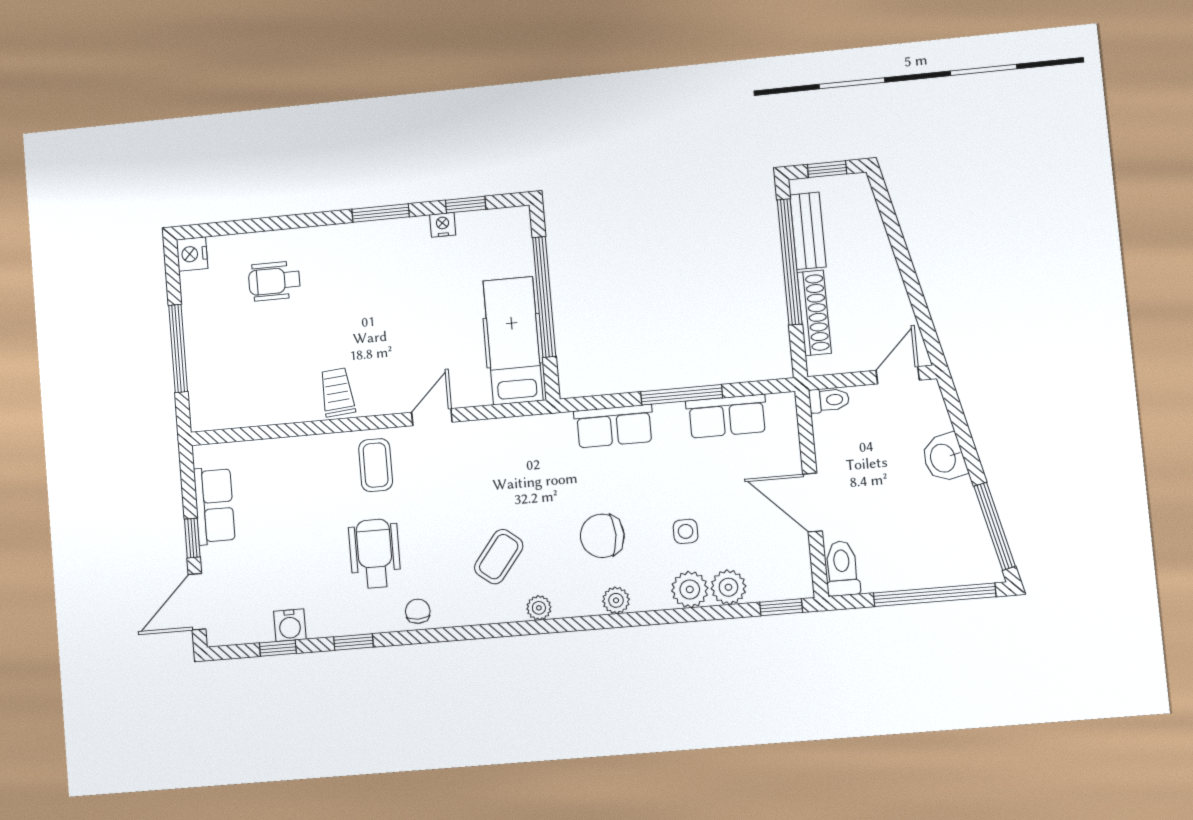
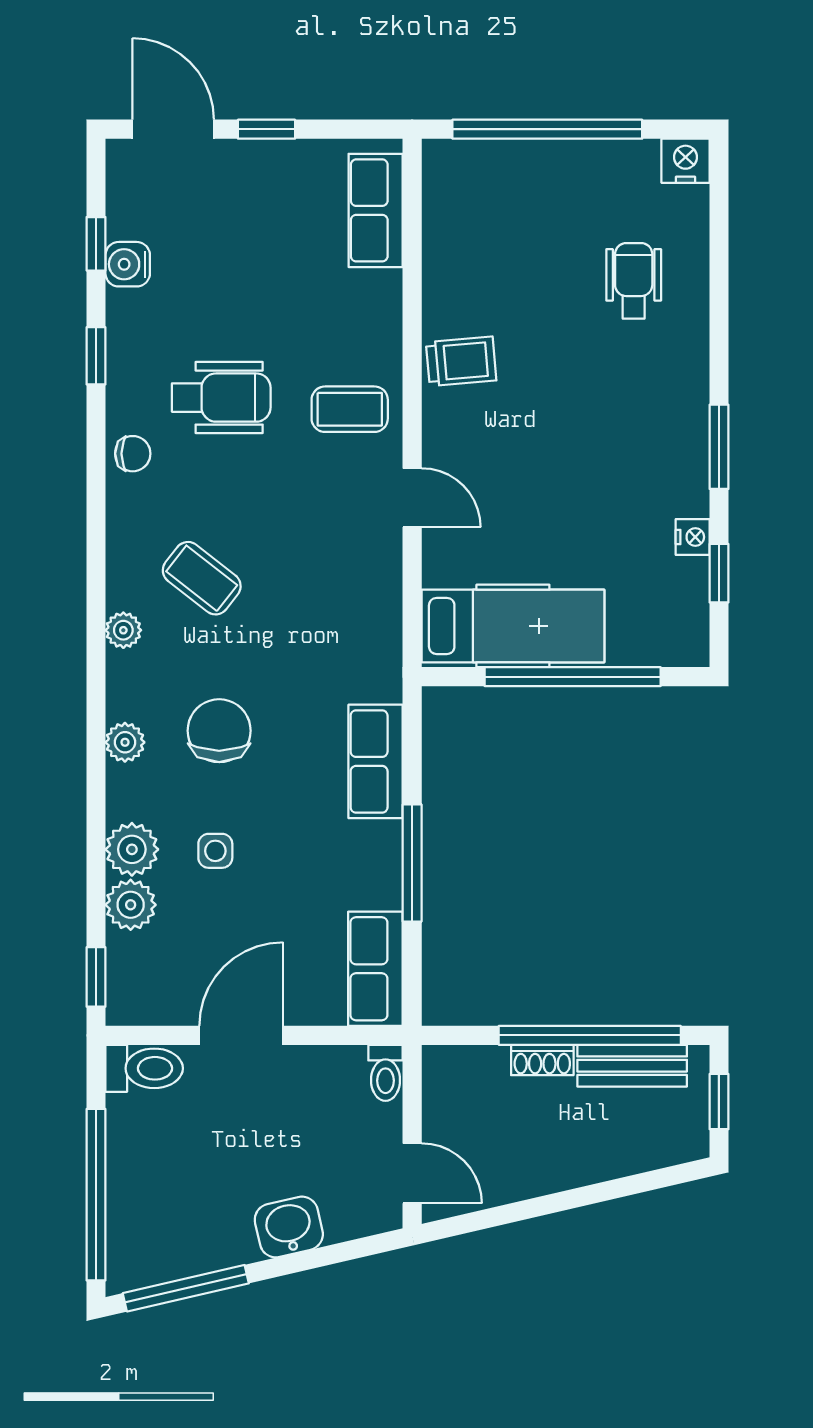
shoe rack: (814, 313) -> (542, 1060), width x0.51, depth x0.81
window: (178, 348) -> (547, 129), width x1.46
row of seats: (727, 416) -> (375, 969), moved
row of seats: (214, 506) -> (376, 210), moved, turned 90

